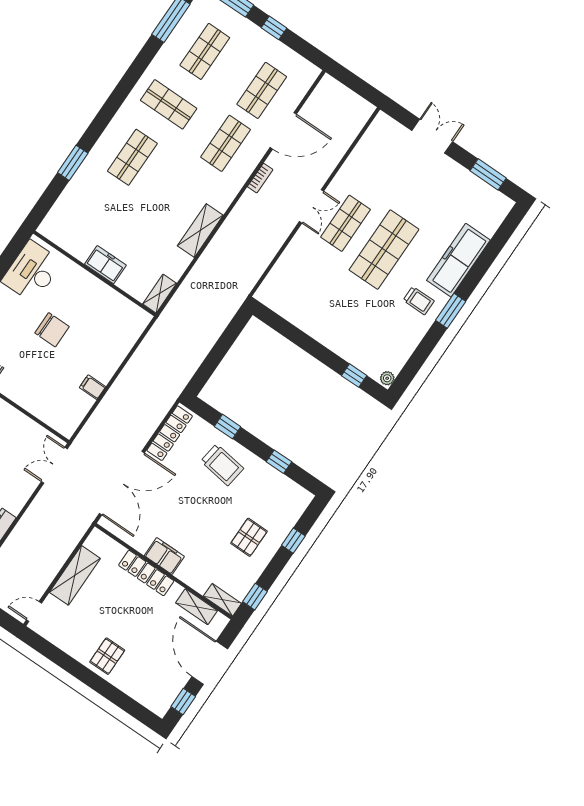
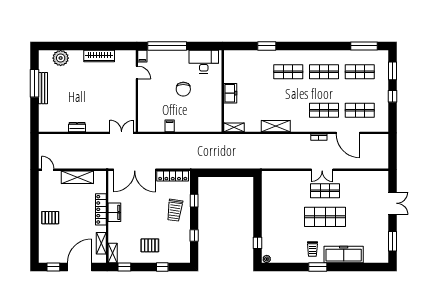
shop shelf: (169, 104) -> (324, 72), turned 90

